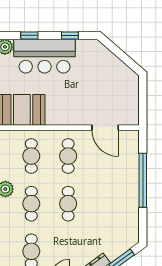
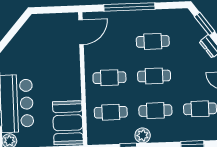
door: (105, 128) -> (81, 32), moved
cafe table: (105, 204) -> (153, 41), added

